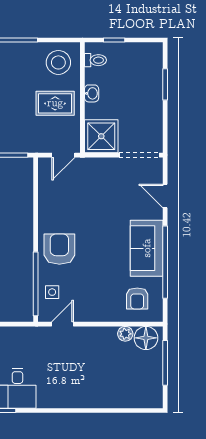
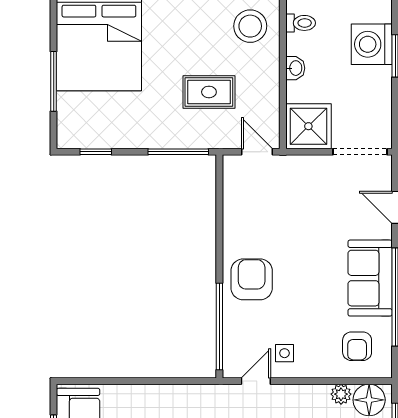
washing machine: (148, 76) -> (372, 44), added
rug: (55, 103) -> (209, 92), moved
door: (63, 155) -> (257, 152), swing flipped
side table: (52, 292) -> (284, 353), moved

